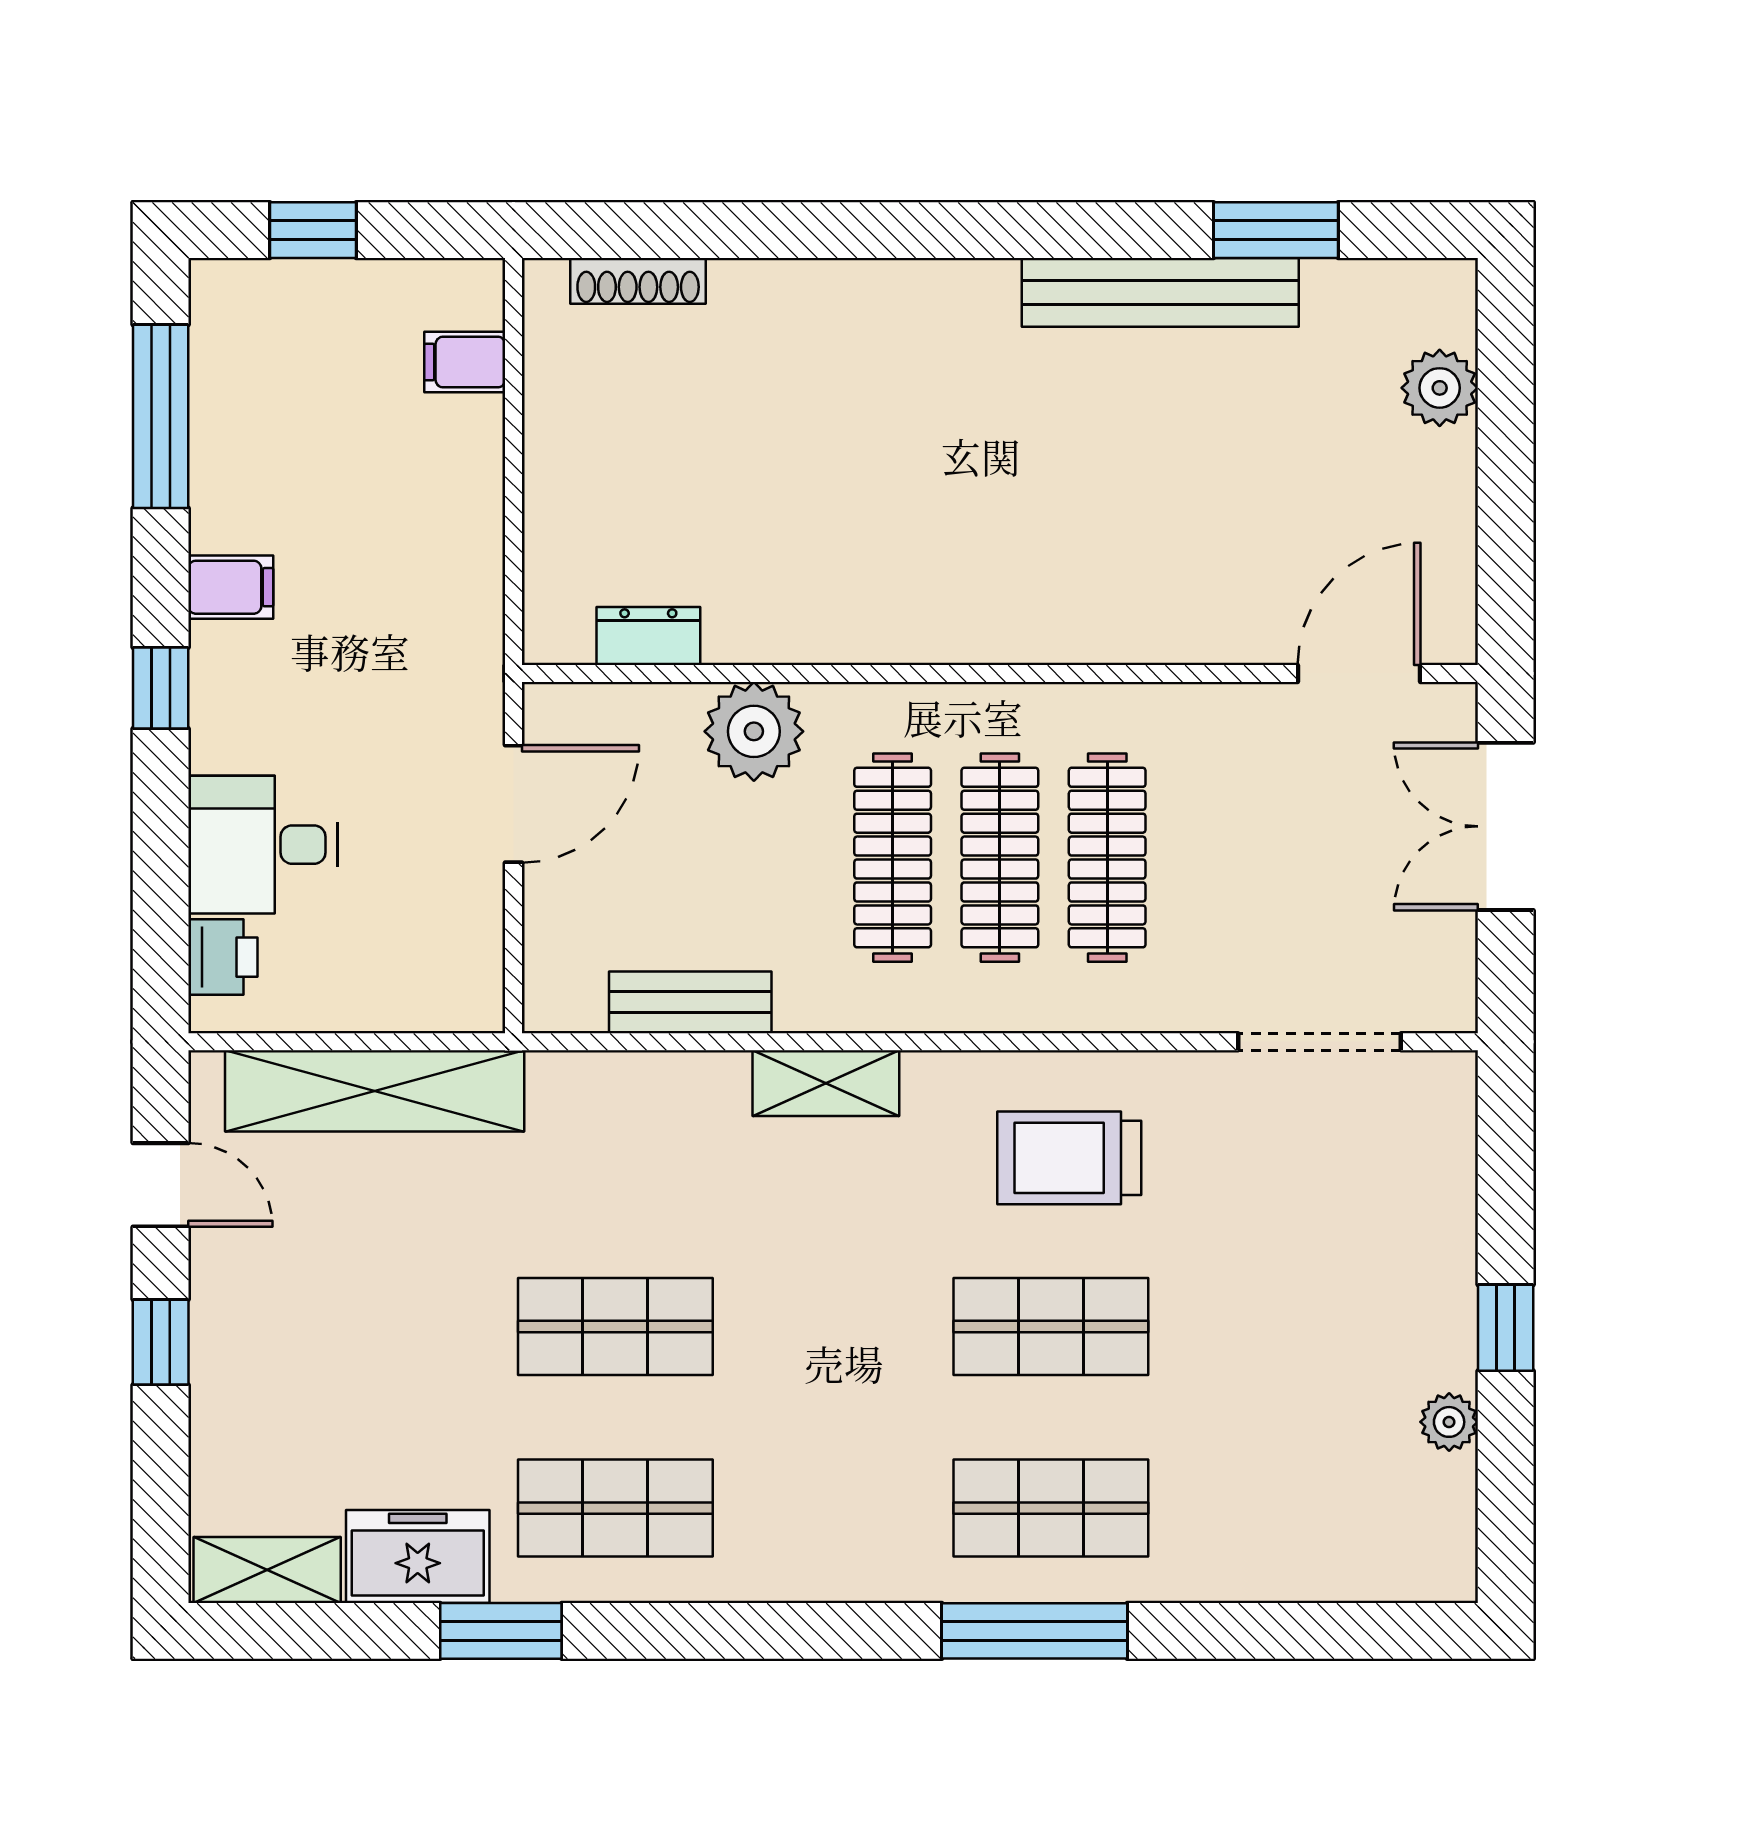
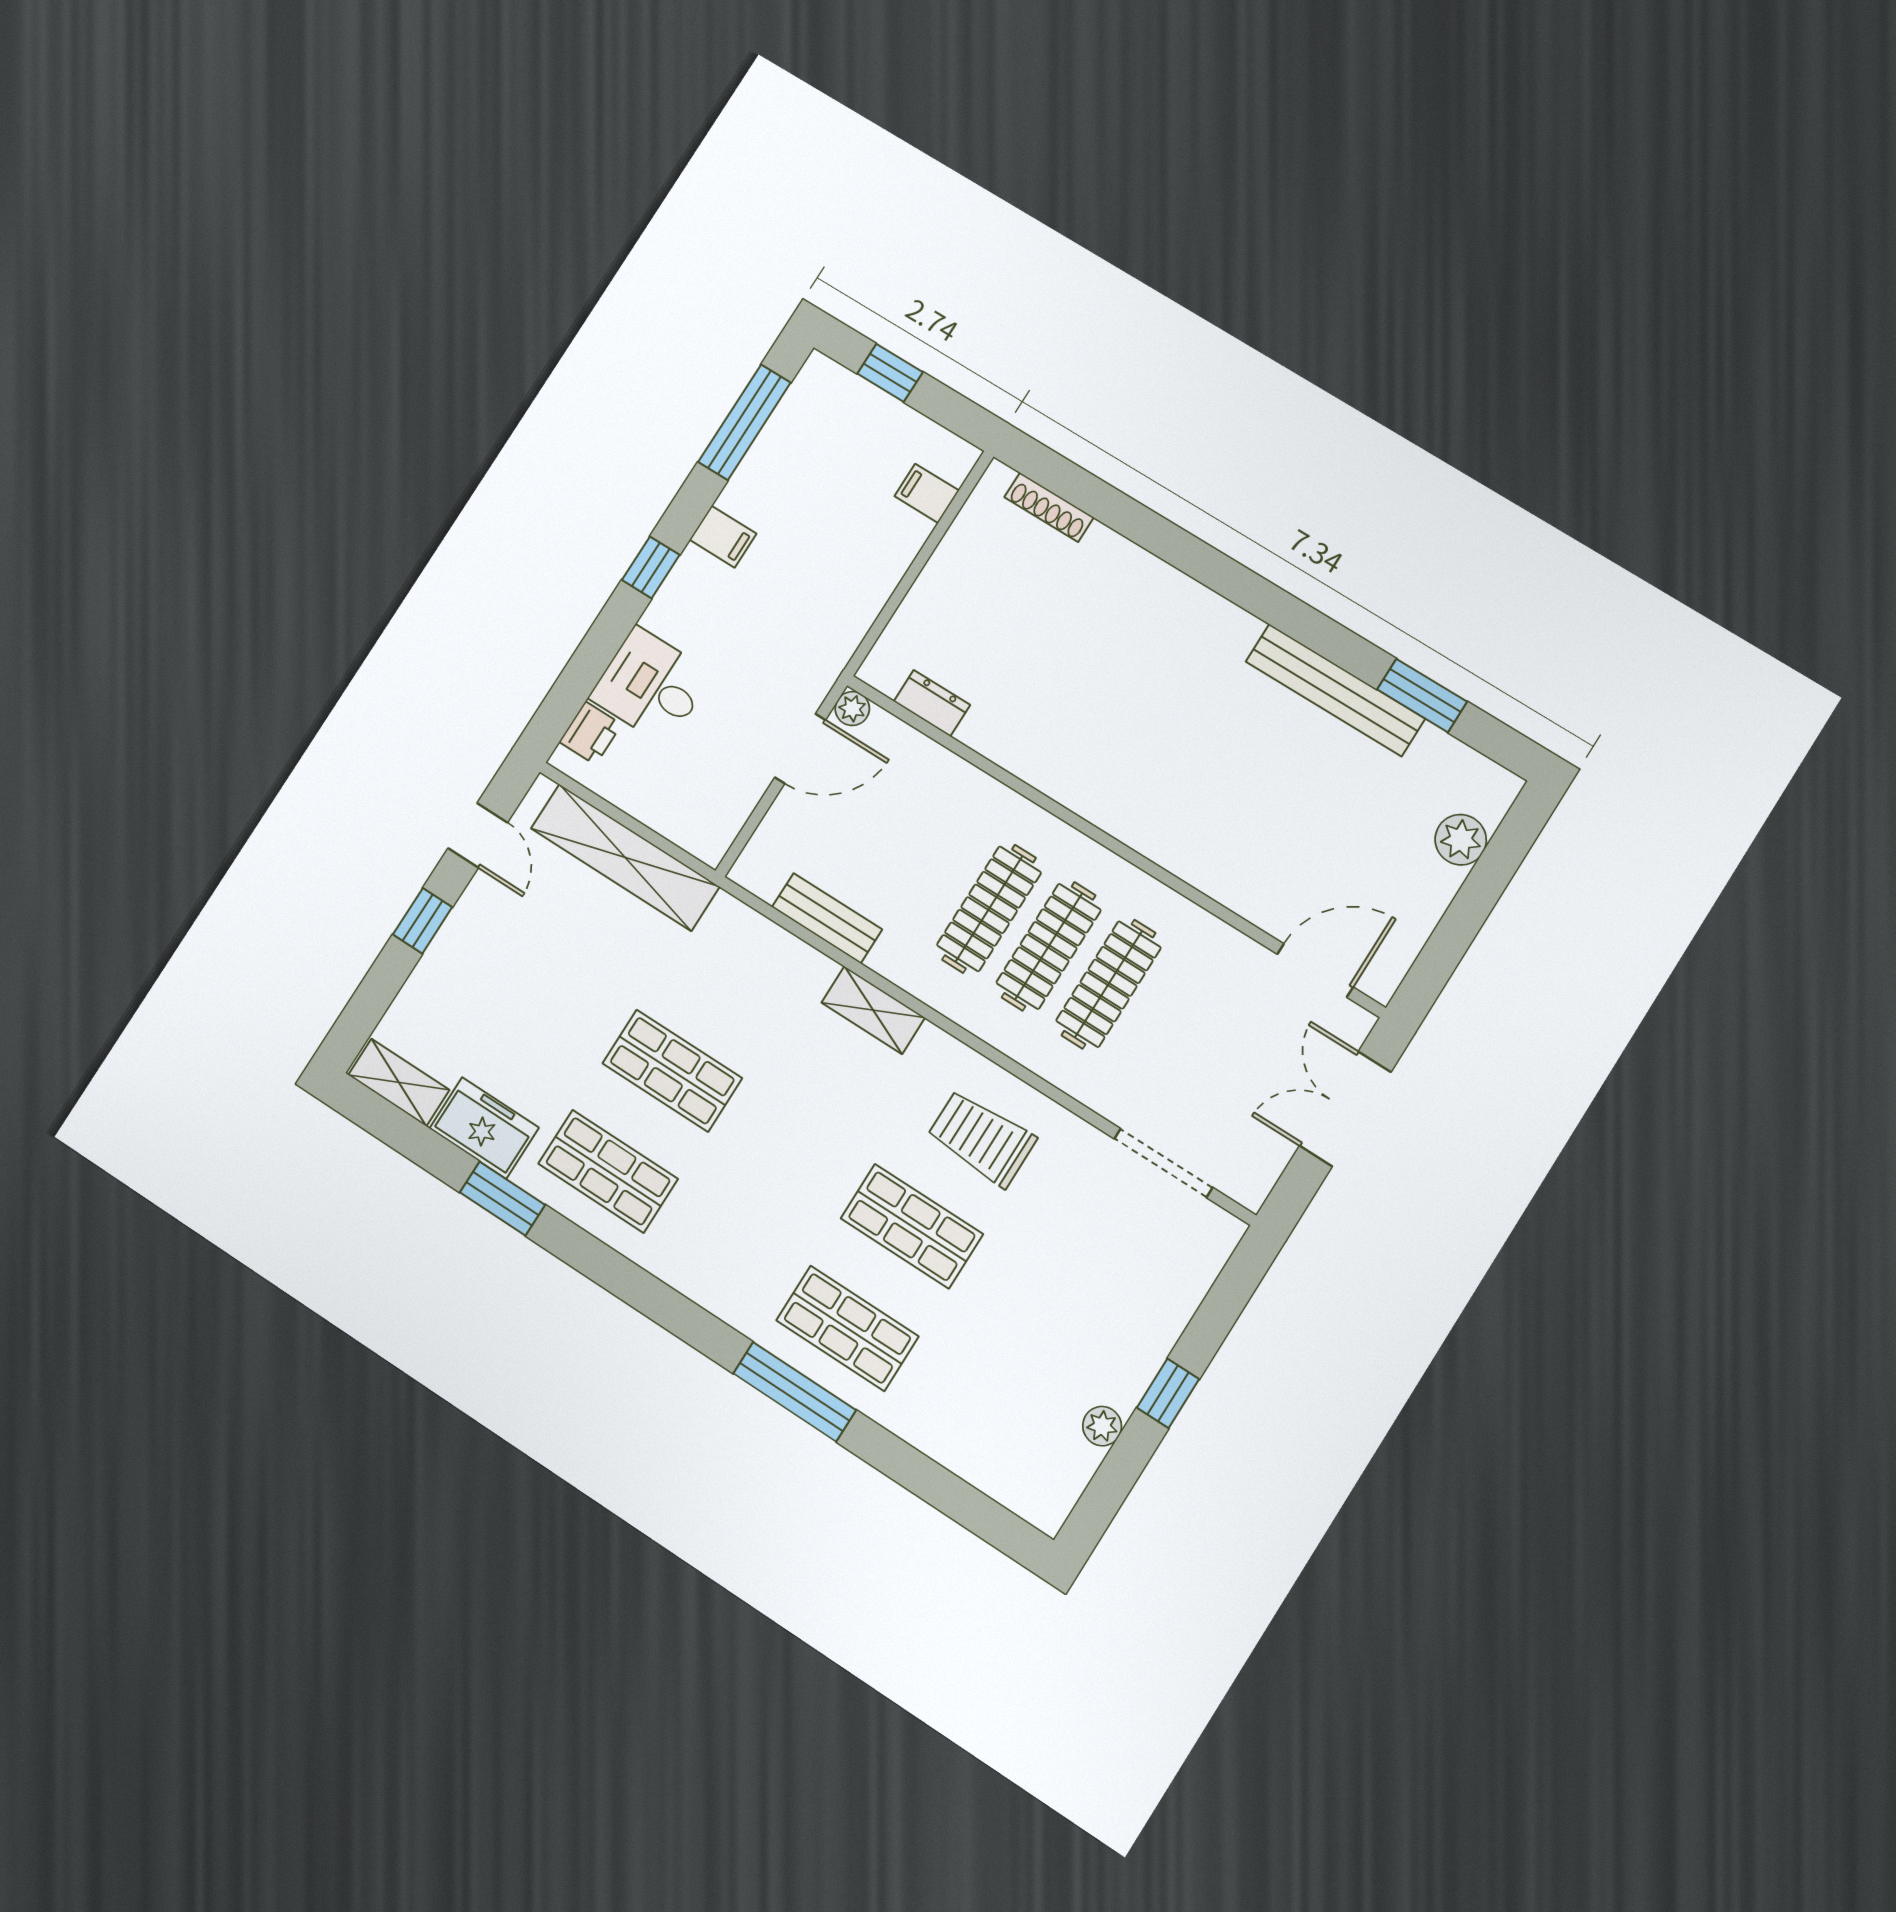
plant: (754, 731) -> (852, 709), moved, width x0.53, depth x0.53

